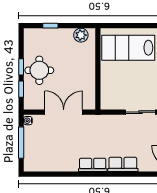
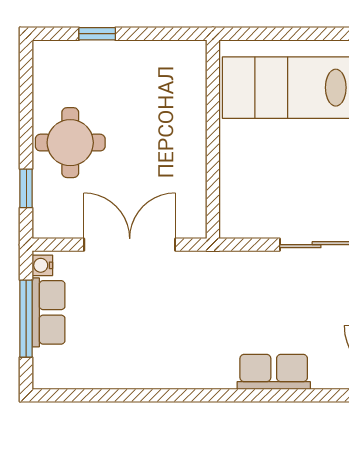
plant: (81, 35) -> (172, 57), removed
window: (21, 67) -> (26, 134), removed
row of seats: (93, 165) -> (49, 312), moved, turned 90

